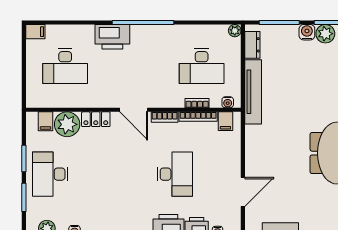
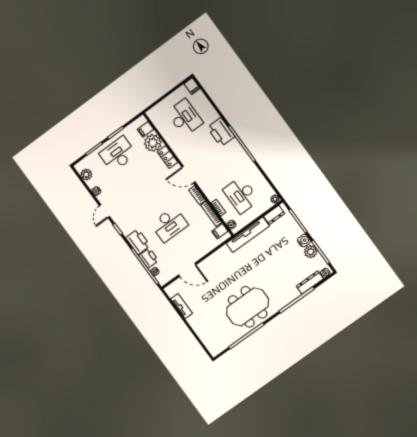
desk: (65, 66) -> (185, 118), turned 180
door: (134, 110) -> (188, 175), hinge flipped

